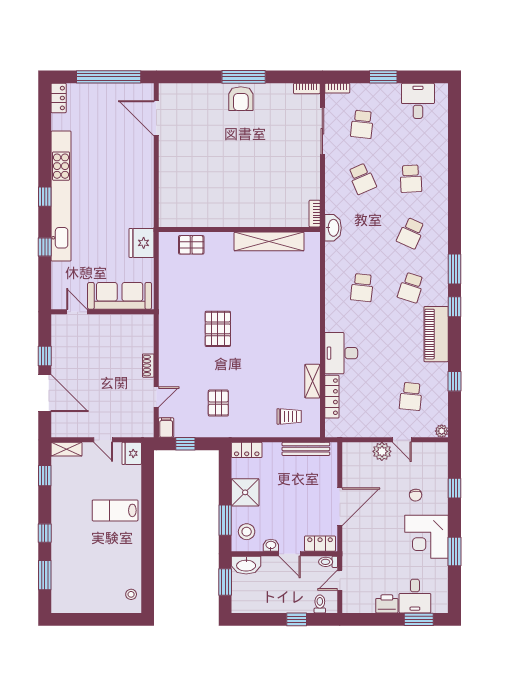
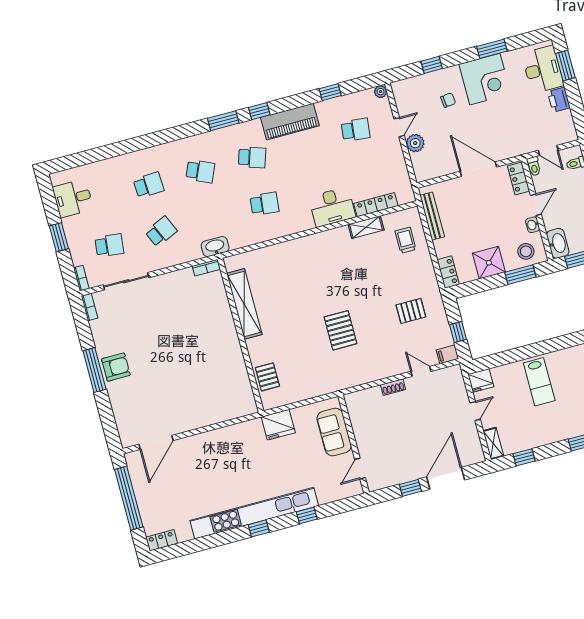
sofa: (120, 296) -> (334, 432), width x0.73
pallet: (218, 329) -> (340, 330), turned 90
desk: (415, 596) -> (543, 69), width x1.37

